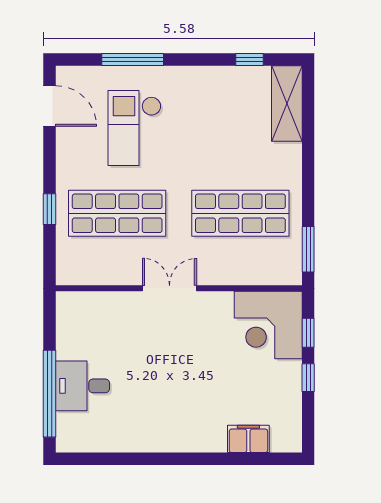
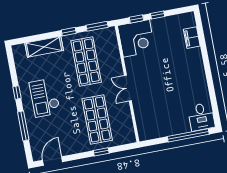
window: (250, 60) -> (17, 93), moved
shelving: (287, 104) -> (44, 47), moved
checkout: (135, 128) -> (45, 98), moved, turned 90
window: (308, 189) -> (69, 32), added
desk: (82, 386) -> (201, 117), moved

